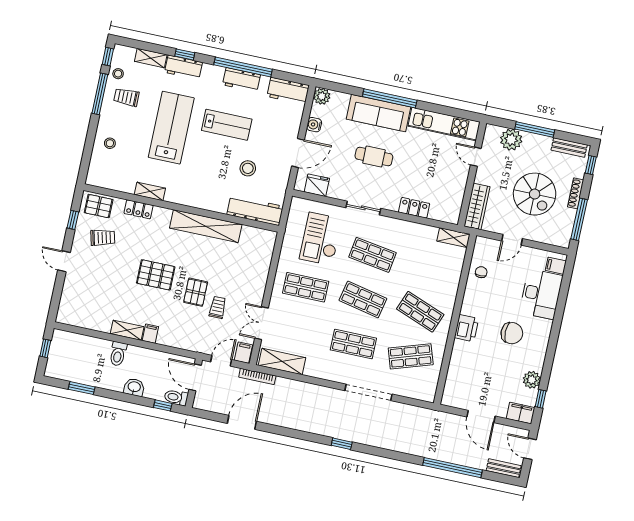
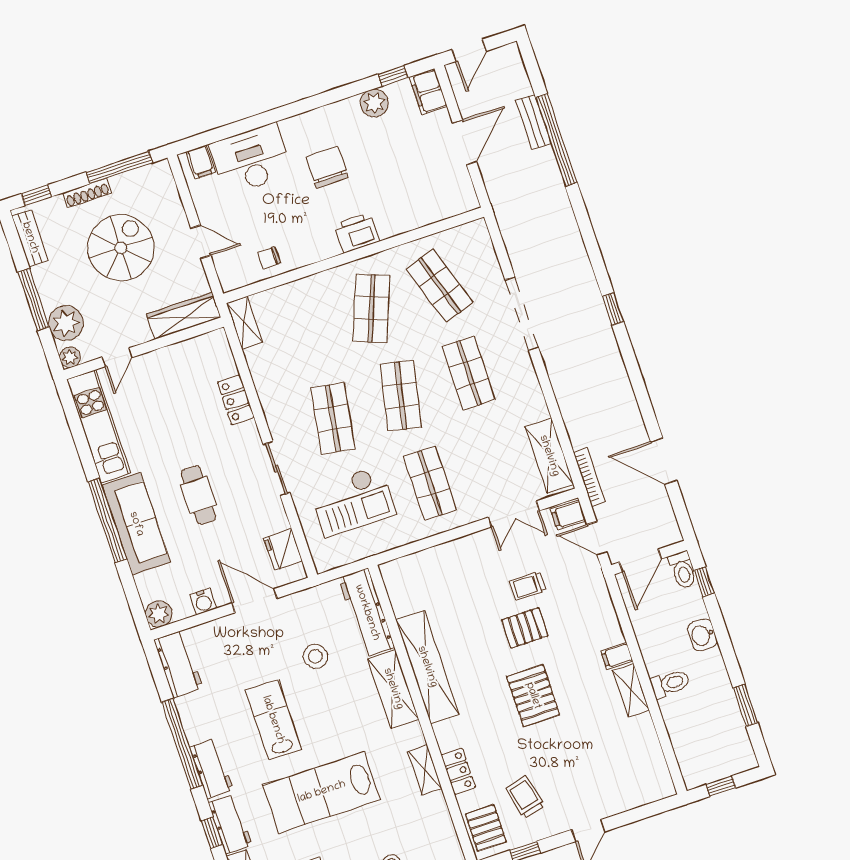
workbench: (241, 80) -> (212, 768), moved
plant: (491, 131) -> (70, 357), added
shelving: (205, 200) -> (393, 689), added
bench: (504, 468) -> (533, 122), moved

